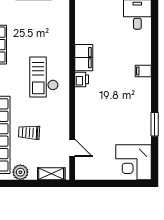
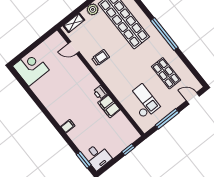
checkout: (44, 77) -> (143, 101), moved
window: (155, 124) -> (84, 160), moved
trolley: (29, 132) -> (100, 58), moved

